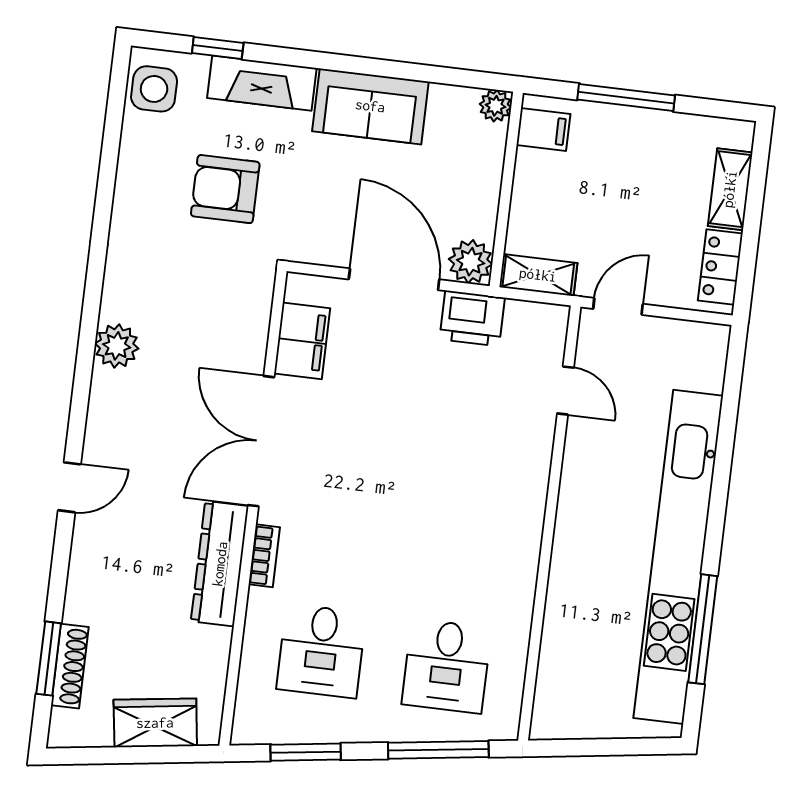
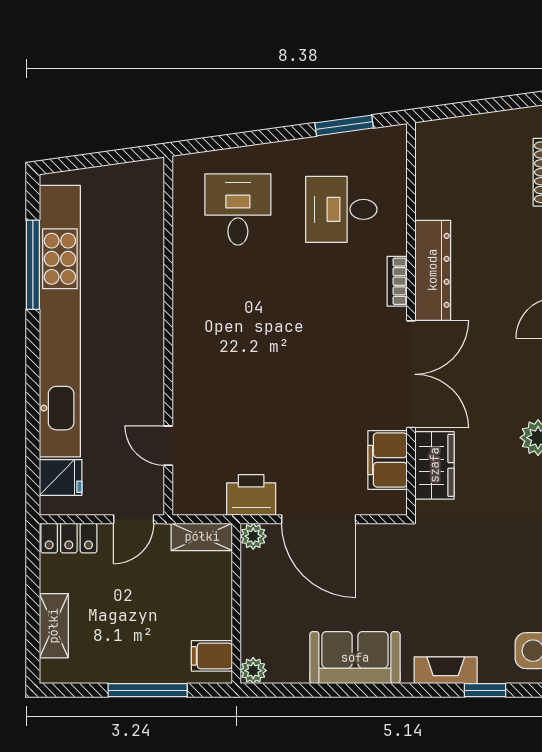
fireplace: (262, 83) -> (446, 670), width x0.73, depth x0.76
armchair: (225, 189) -> (465, 576), removed
plant: (471, 262) -> (253, 536), width x0.73, depth x0.73
locker: (720, 267) -> (69, 538), moved, turned 90
fridge: (700, 368) -> (61, 477), added
desk: (321, 651) -> (341, 209), turned -90
wardrobe: (155, 723) -> (435, 465), moved, turned -82
window: (438, 750) -> (236, 140), removed

